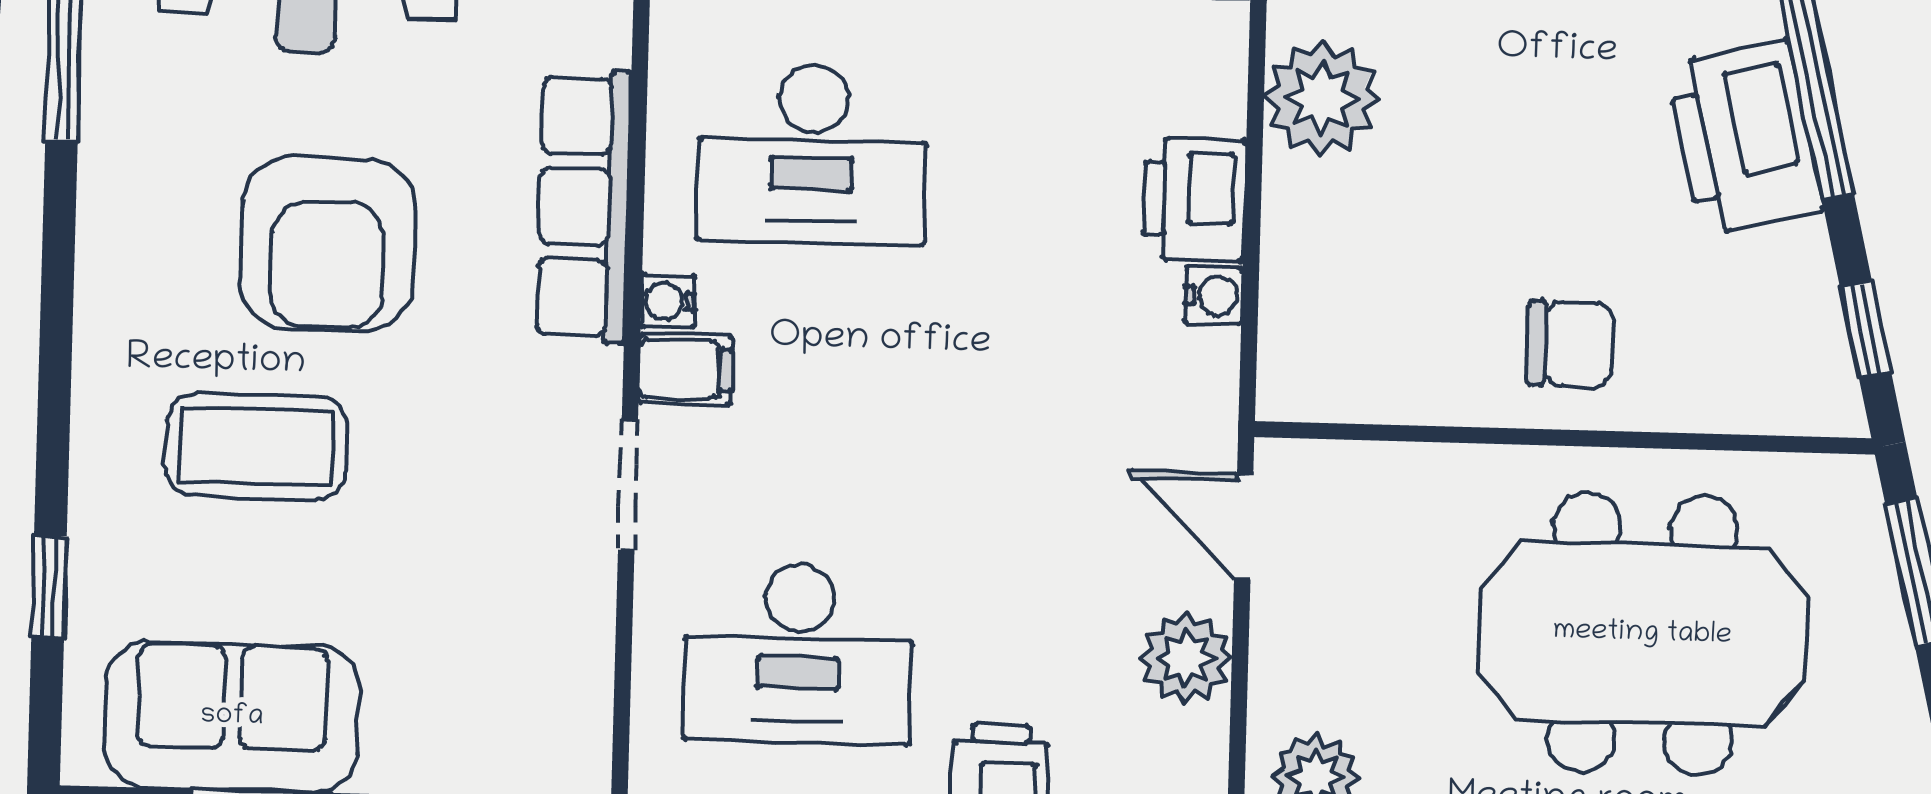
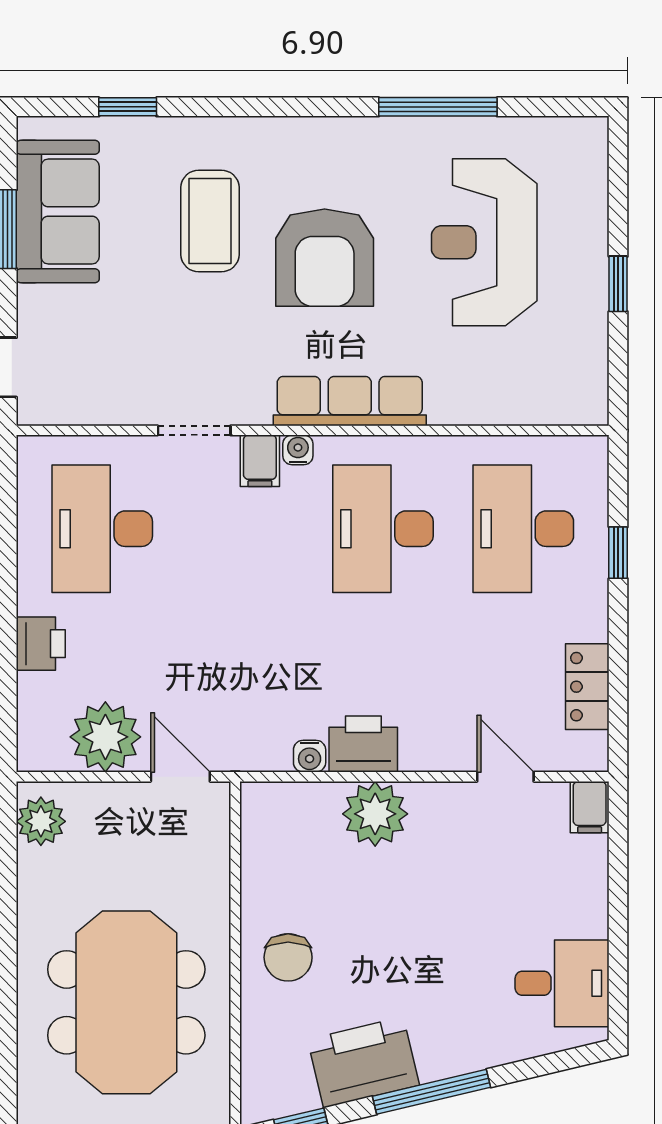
plant: (1322, 98) -> (375, 814), moved
printer: (1745, 138) -> (363, 1062), moved
armchair: (327, 244) -> (325, 258), turned -90
door: (1244, 527) -> (180, 777), hinge flipped
plant: (1186, 658) -> (105, 737), width x1.36, depth x1.36

